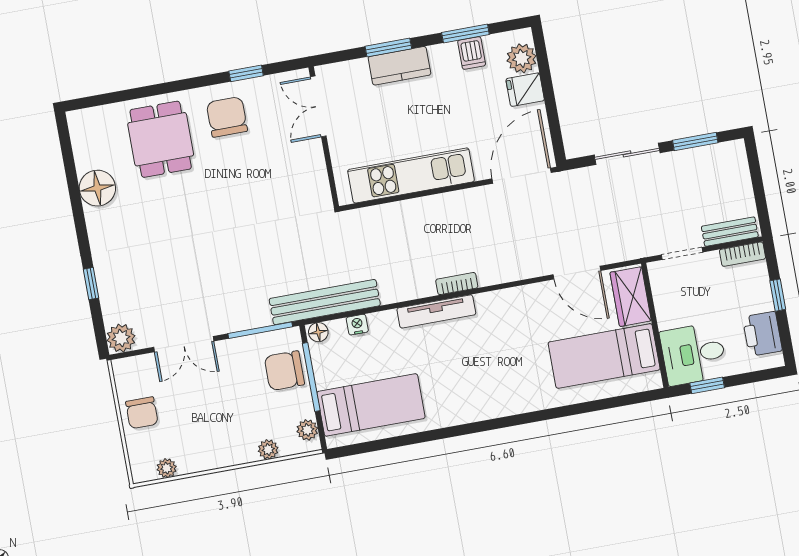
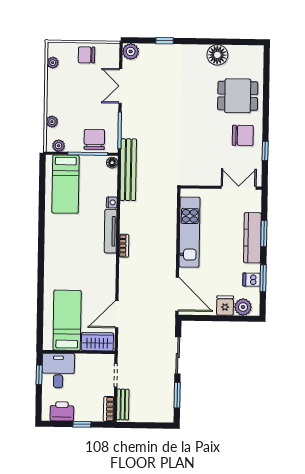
kitchen counter: (399, 66) -> (252, 238), width x1.50
nightstand: (357, 325) -> (112, 202), moved

